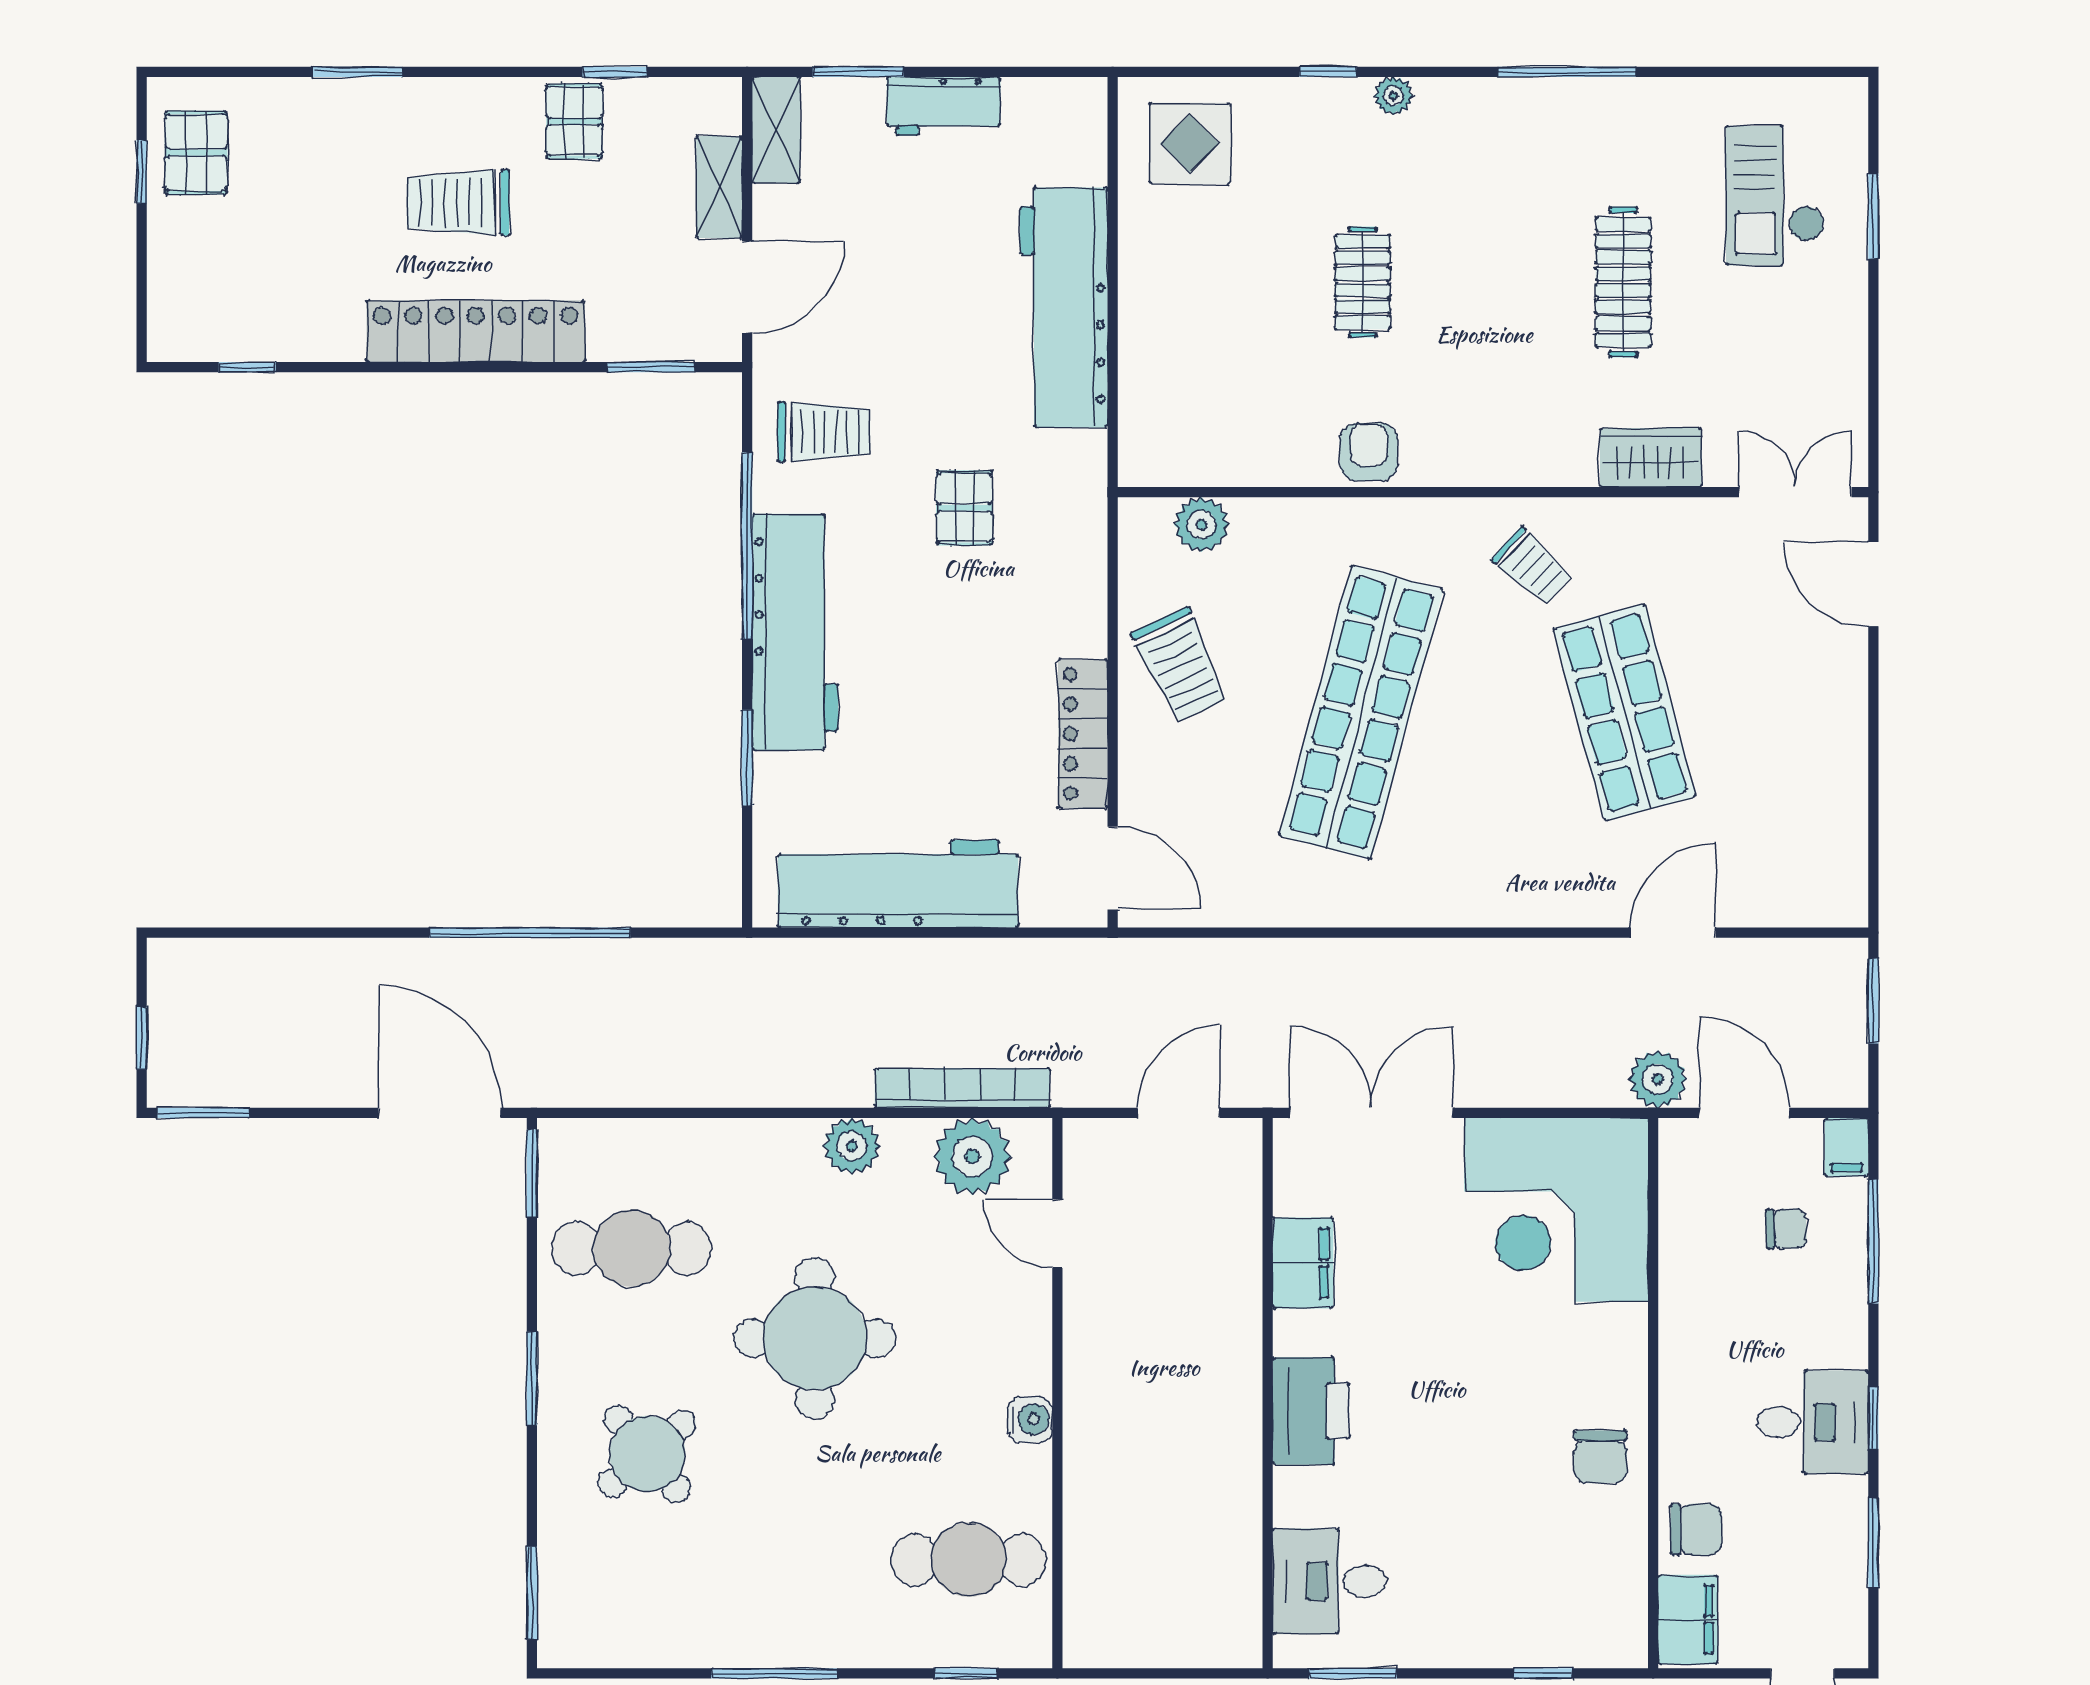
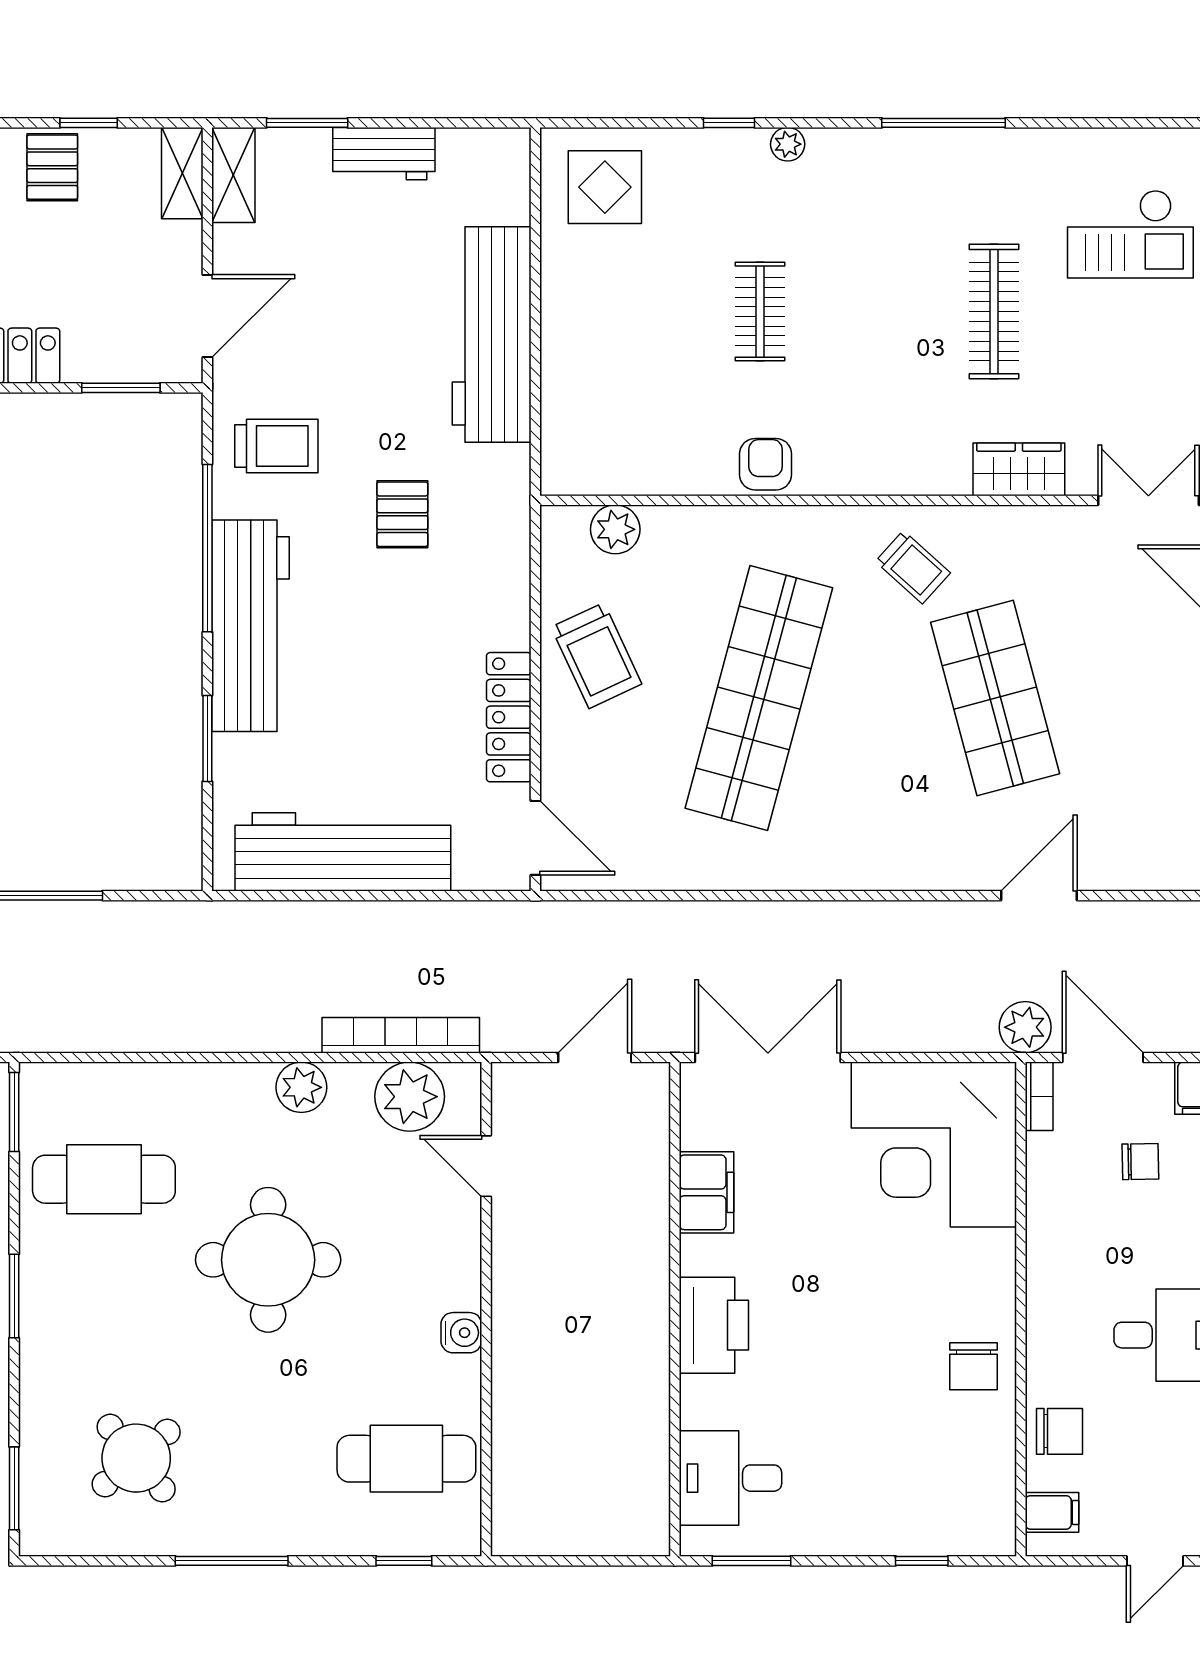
shelving: (719, 187) -> (182, 173), moved
checkout: (1775, 196) -> (1130, 234), turned -90
bookcase: (1673, 1156) -> (1039, 1096), added
round table: (647, 1454) -> (136, 1458), moved
filing cabinet: (1688, 1620) -> (1052, 1512), width x0.50

